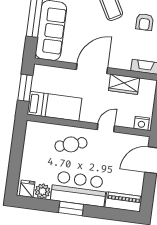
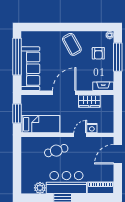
nightstand: (142, 123) -> (92, 128), moved
fridge: (27, 189) -> (28, 188), removed

